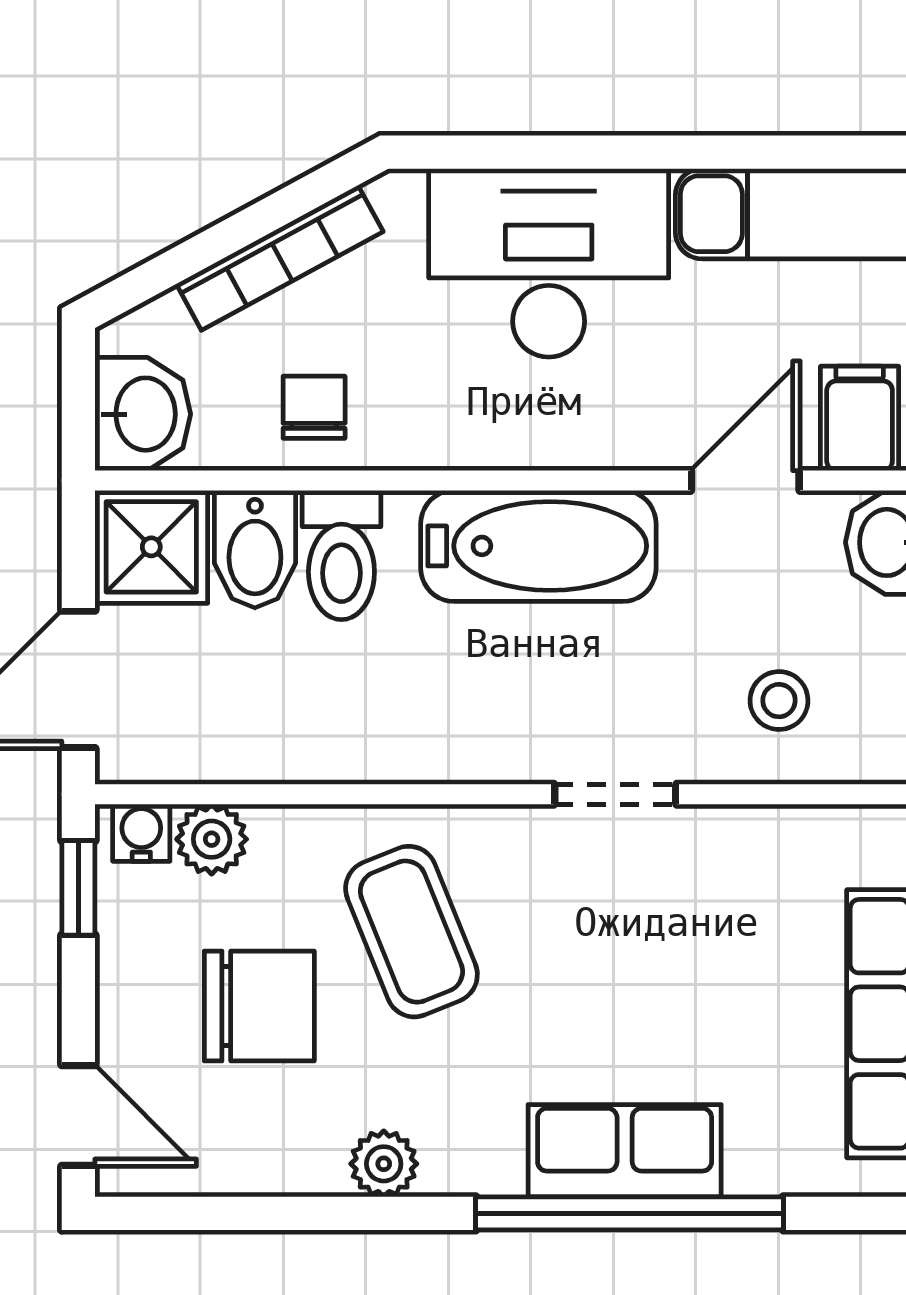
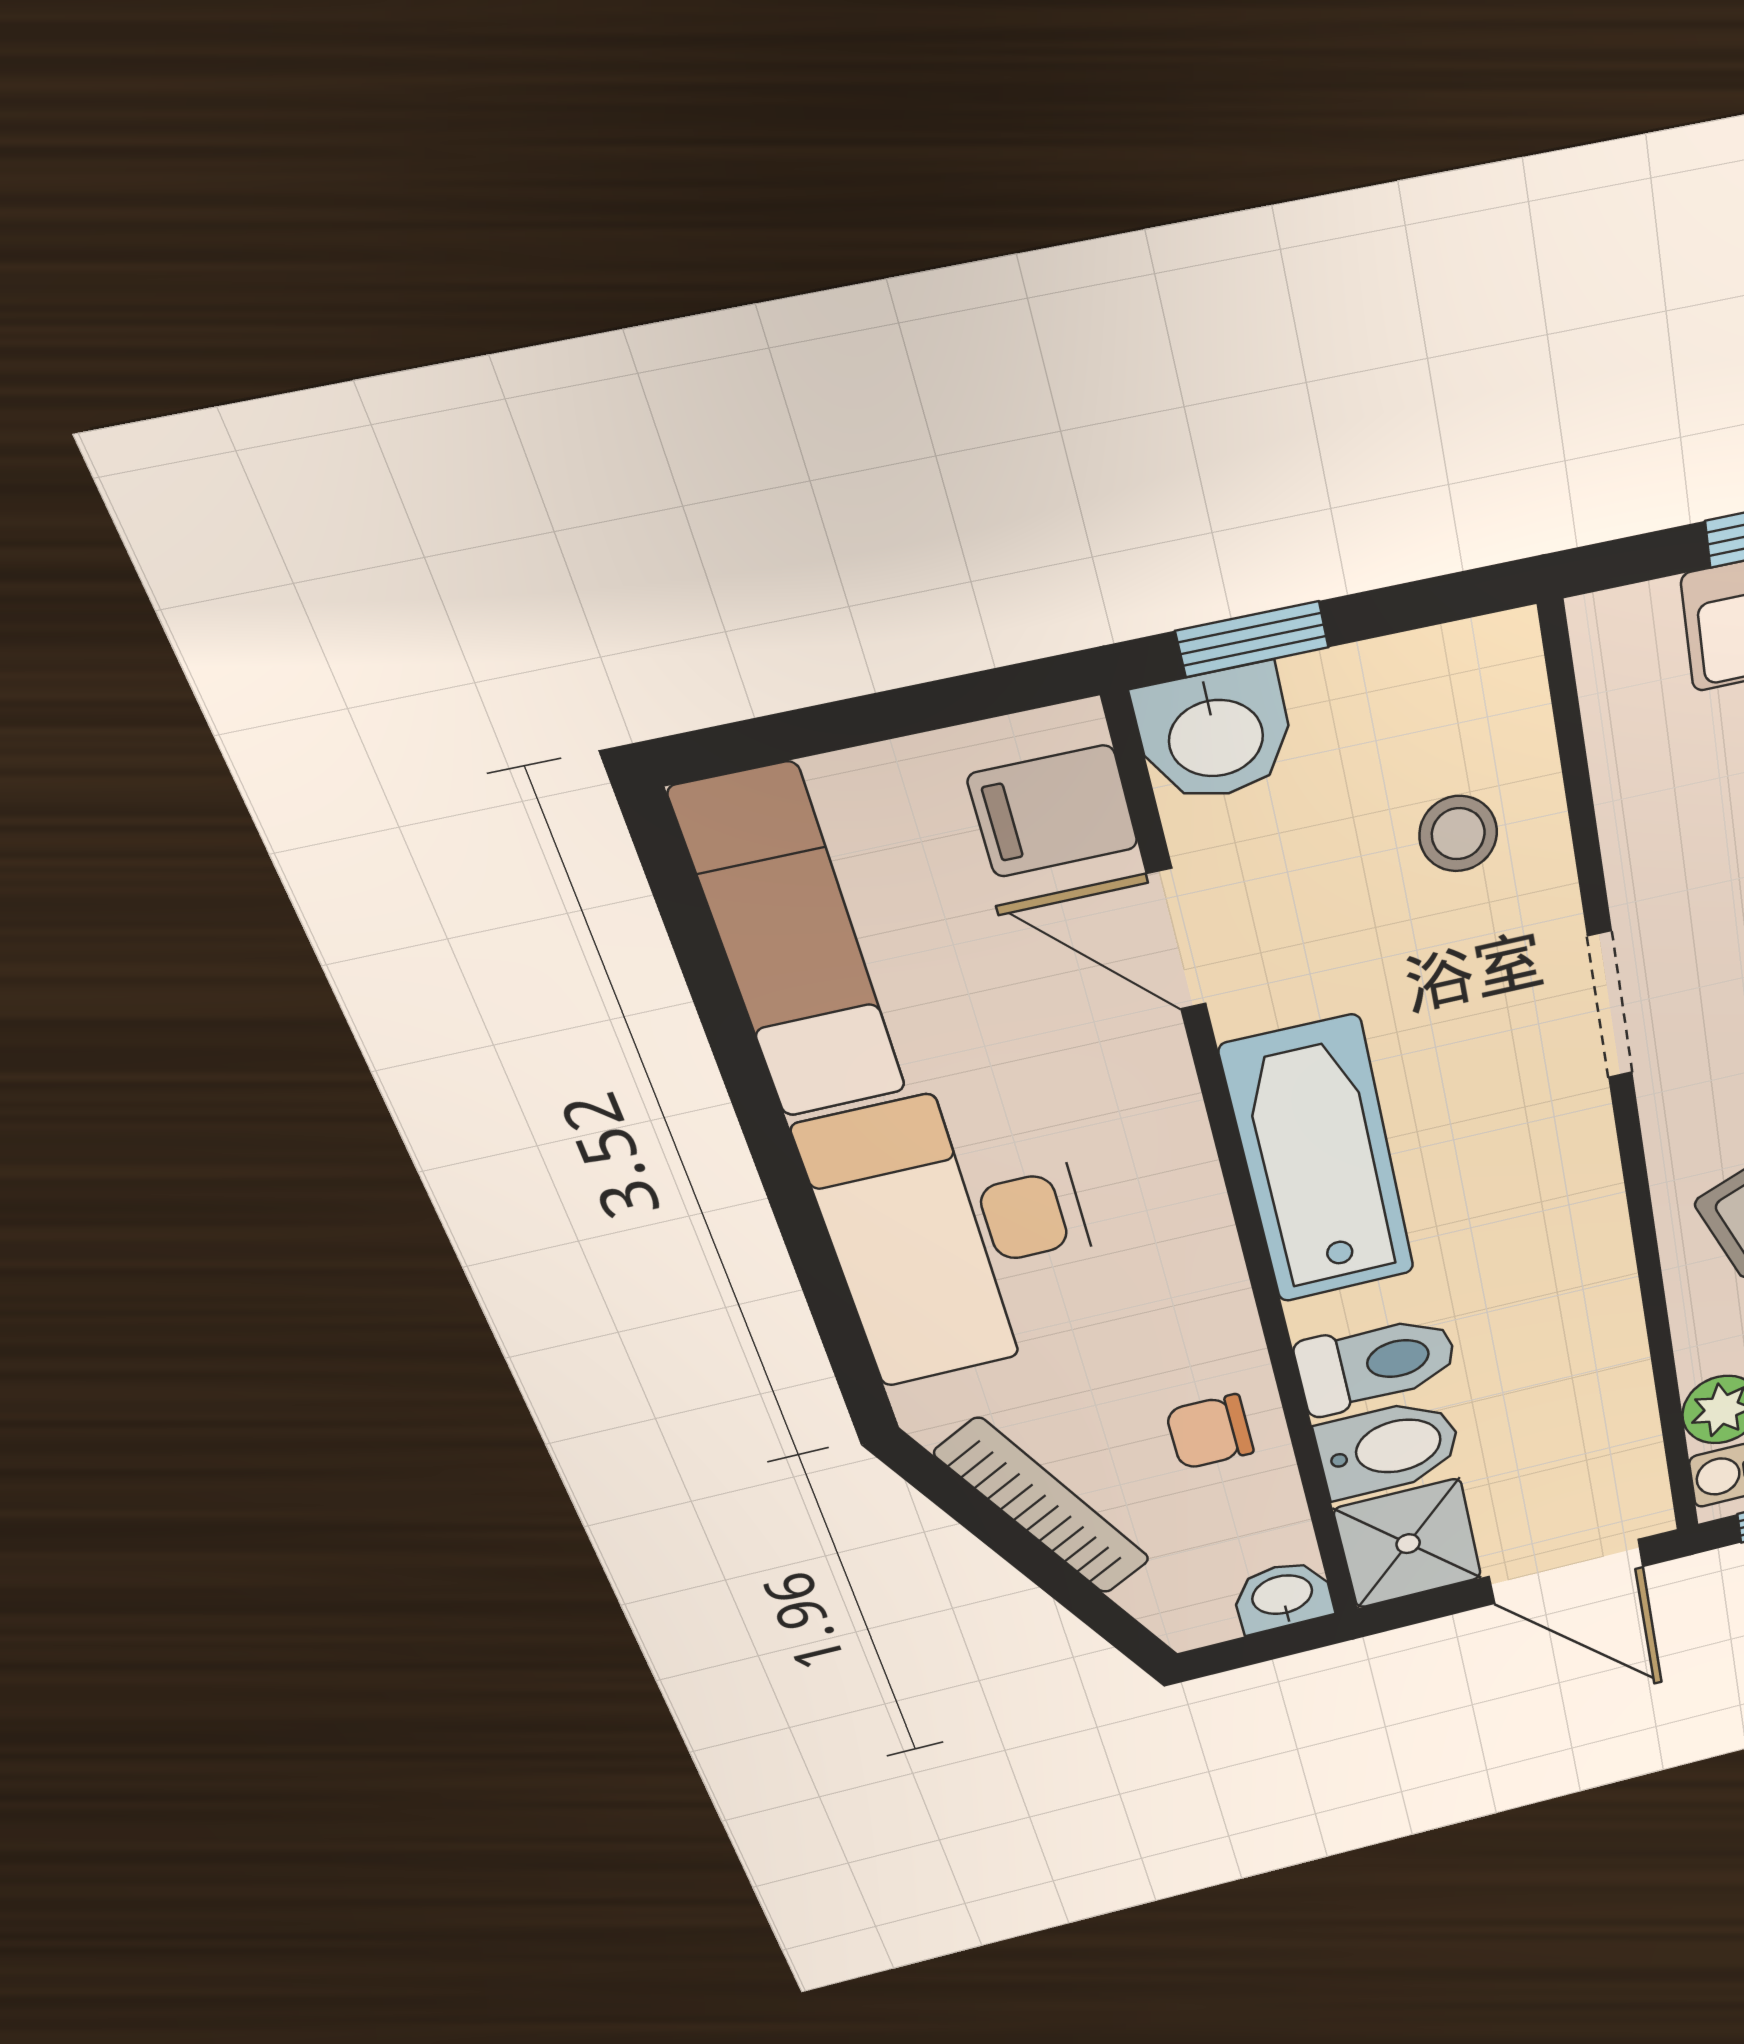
washbasin: (143, 414) -> (1283, 1596), width x0.72, depth x0.69

